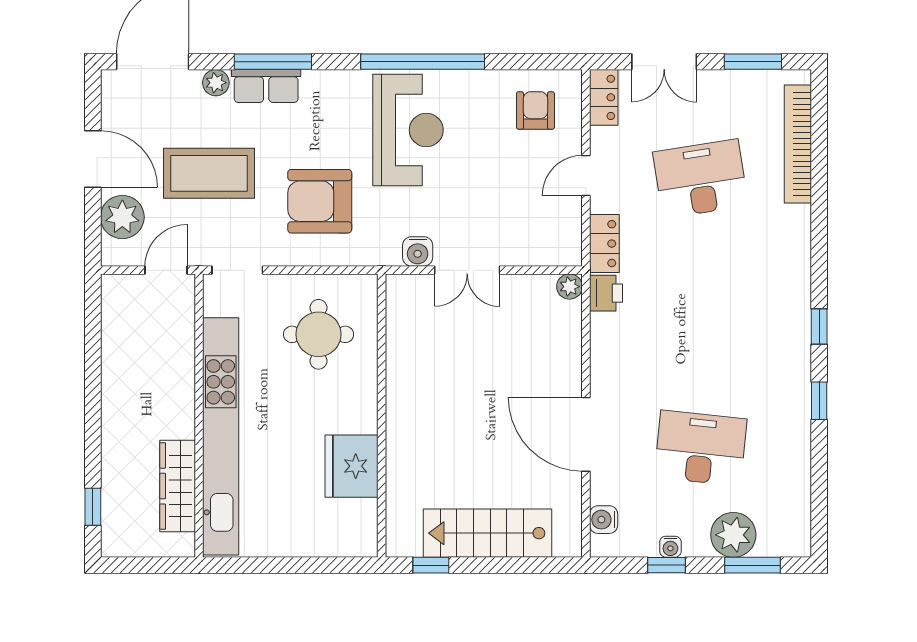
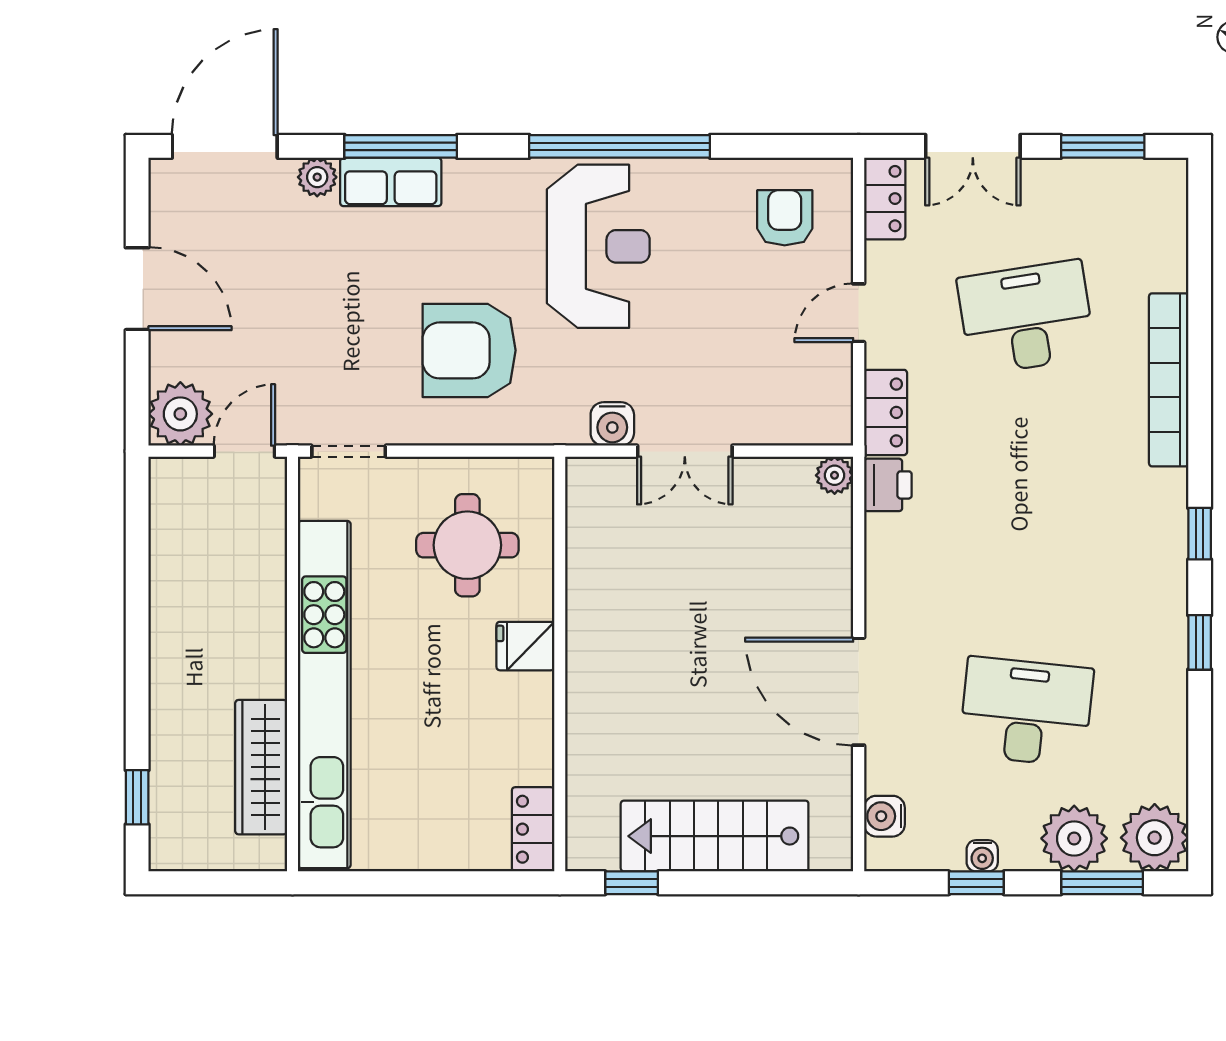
bookcase: (798, 144) -> (1169, 380), moved
coffee table: (209, 173) -> (307, 310), removed
plant: (122, 217) -> (180, 414), moved
fridge: (351, 466) -> (525, 646), moved, width x0.53, depth x0.75
locker: (363, 528) -> (533, 829), added
plant: (788, 534) -> (1155, 838), added

